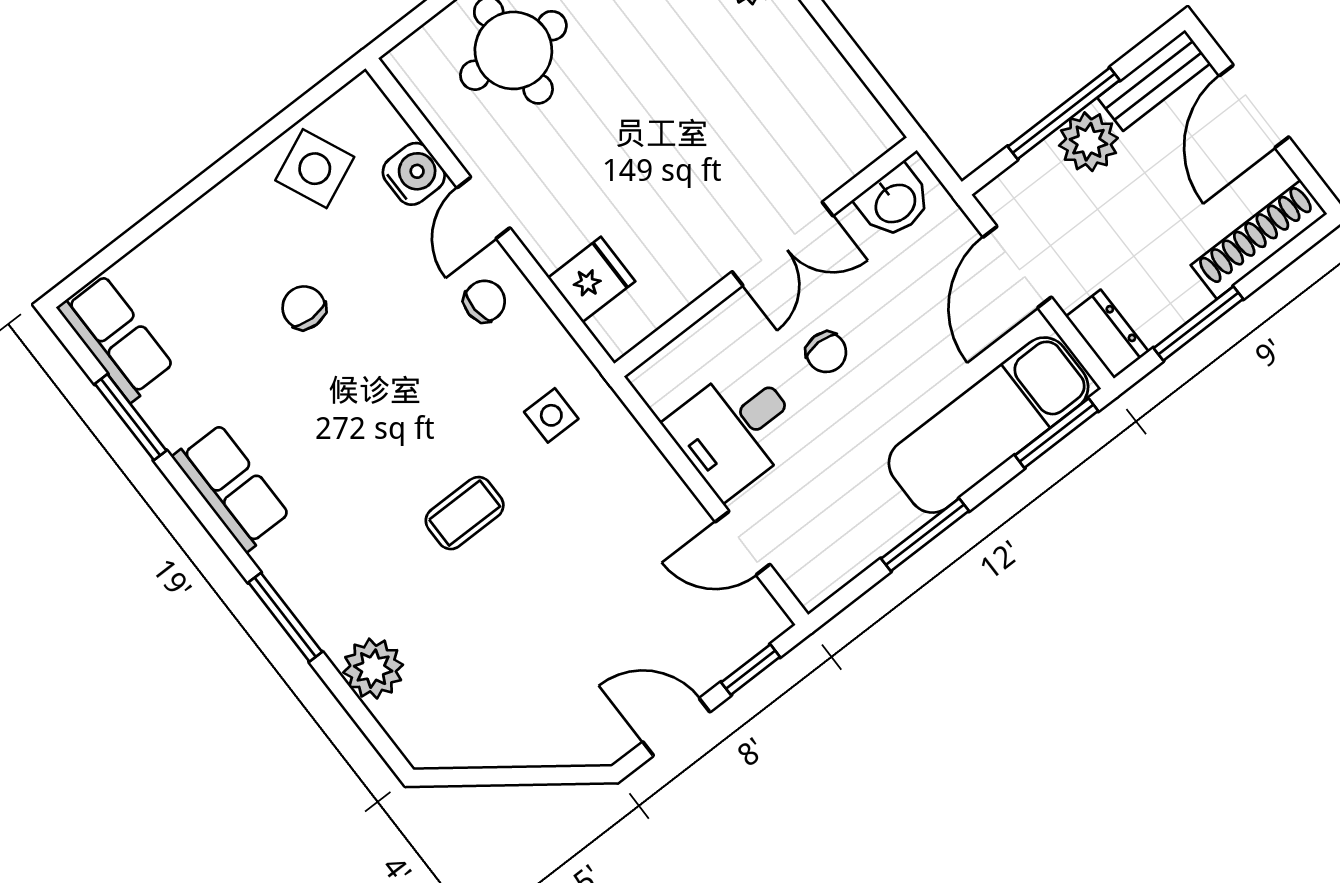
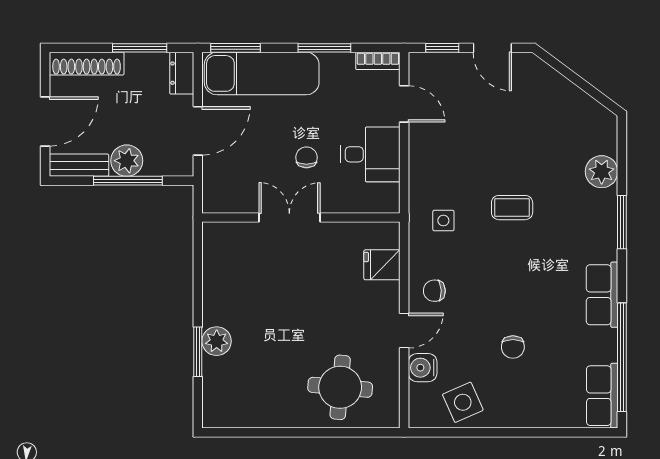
washbasin: (894, 202) -> (229, 198), removed
window: (131, 417) -> (622, 357), width x2.11
bookcase: (831, 577) -> (378, 61), added

